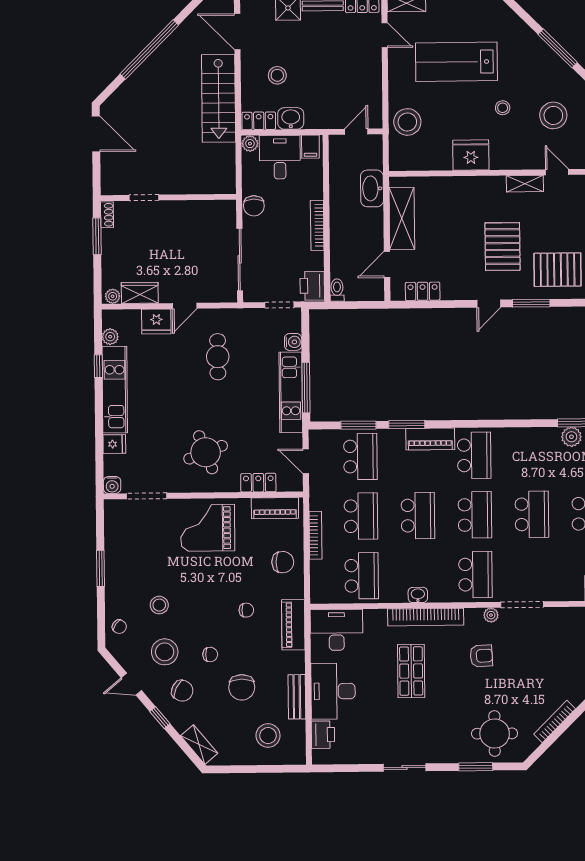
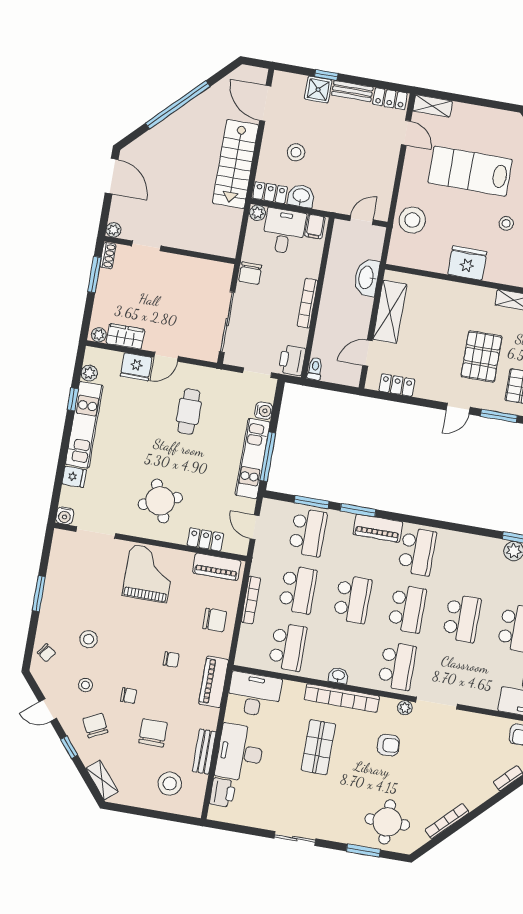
plant: (108, 188) -> (114, 230), added
grand piano: (208, 528) -> (149, 574), turned 90
stool: (165, 652) -> (85, 685), width x0.53, depth x0.53
chair: (242, 687) -> (153, 733), turned 180
chair: (182, 691) -> (95, 725), turned -142

